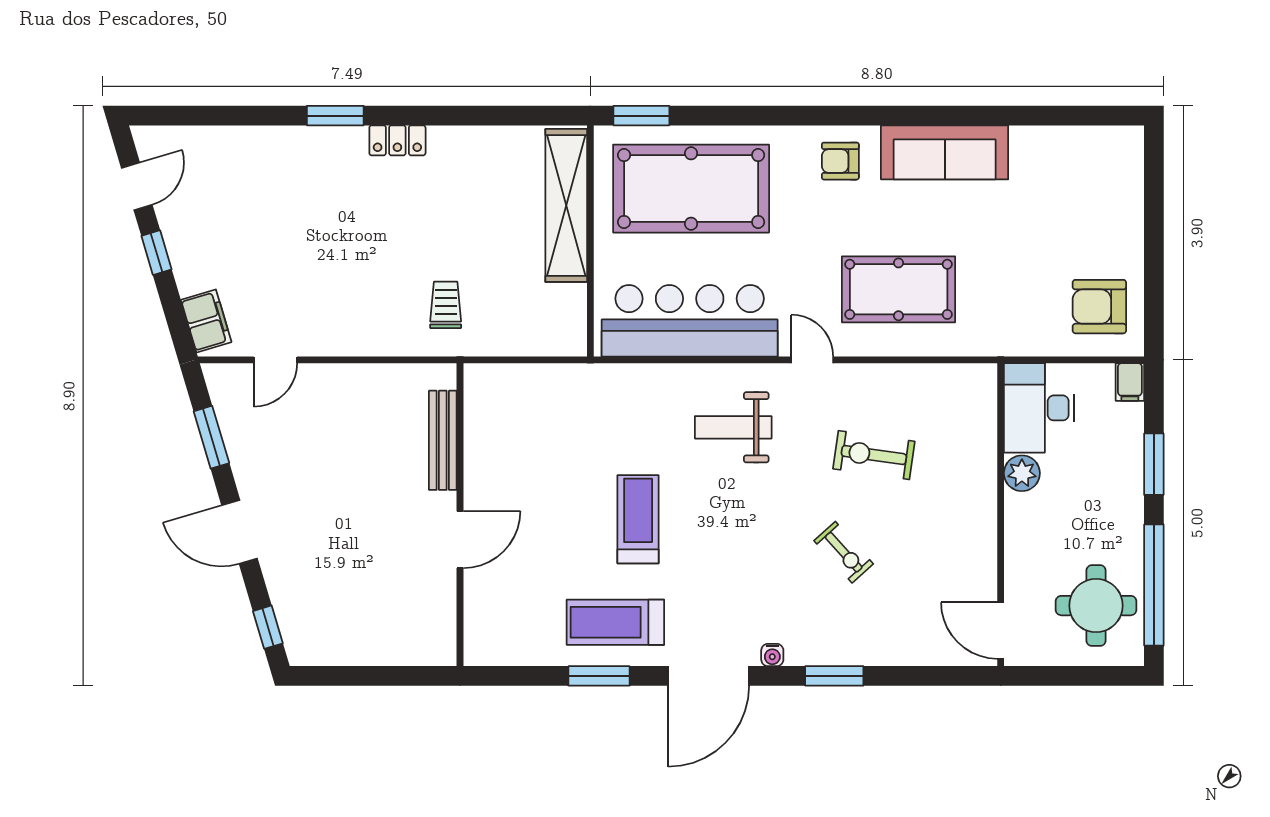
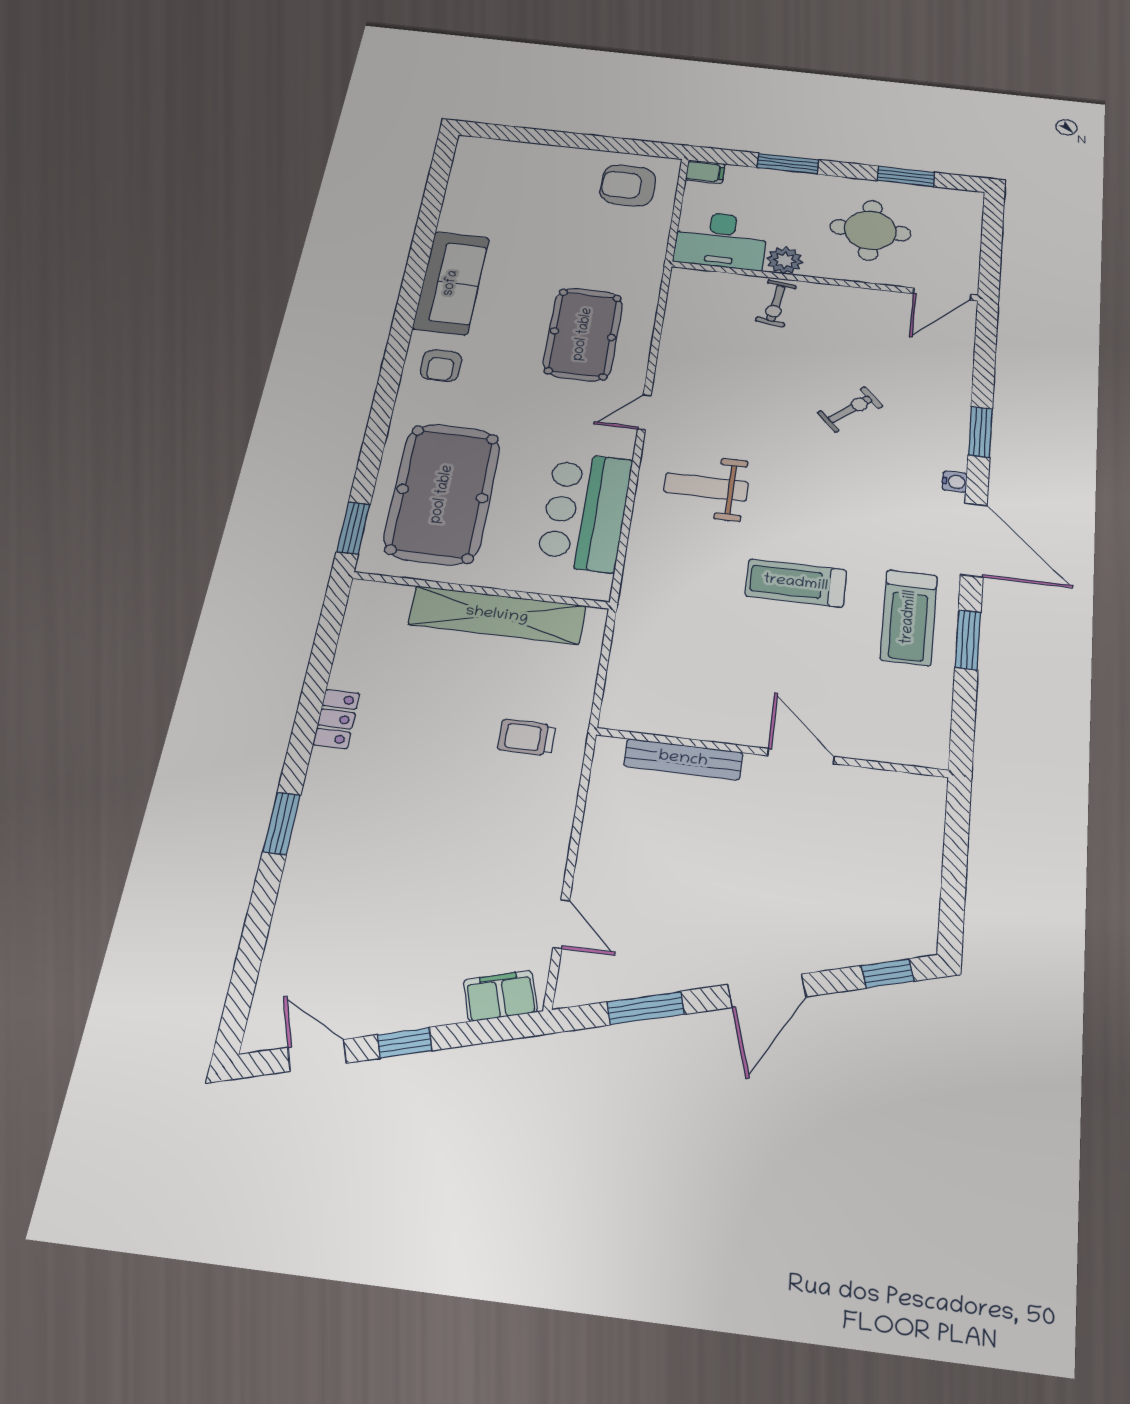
locker: (397, 140) -> (336, 719), moved
shelving: (566, 205) -> (497, 615), moved
armchair: (1099, 307) -> (628, 185), turned 90
bar counter: (690, 321) -> (585, 511), width x0.73
weight bench: (733, 427) -> (706, 487), turned 90
exercise bike: (874, 455) -> (776, 303), moved, width x0.73, depth x0.72
window: (1154, 585) -> (906, 176), width x0.47
round table: (1096, 606) -> (870, 230), moved

